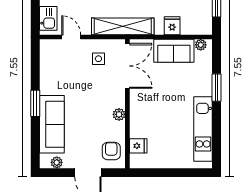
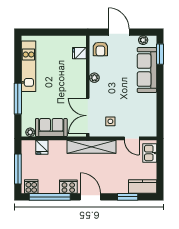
fridge: (172, 26) -> (42, 147), moved
window: (217, 88) -> (18, 99), width x1.44
window: (35, 103) -> (160, 54), moved

